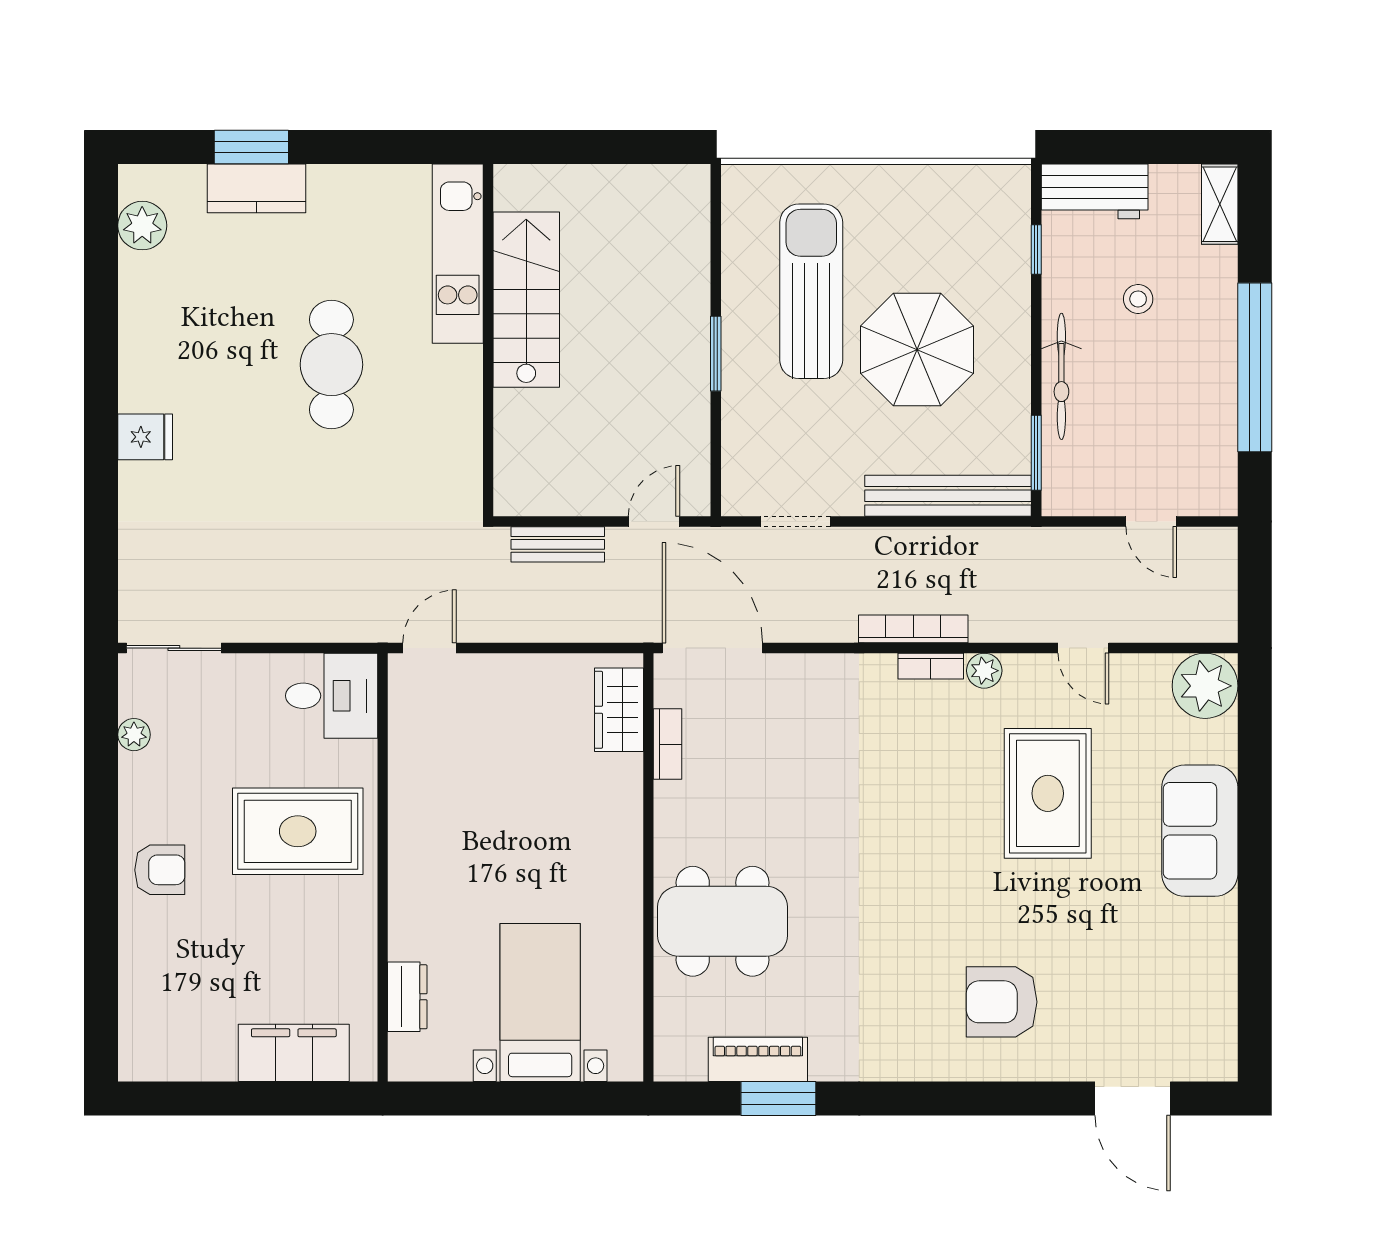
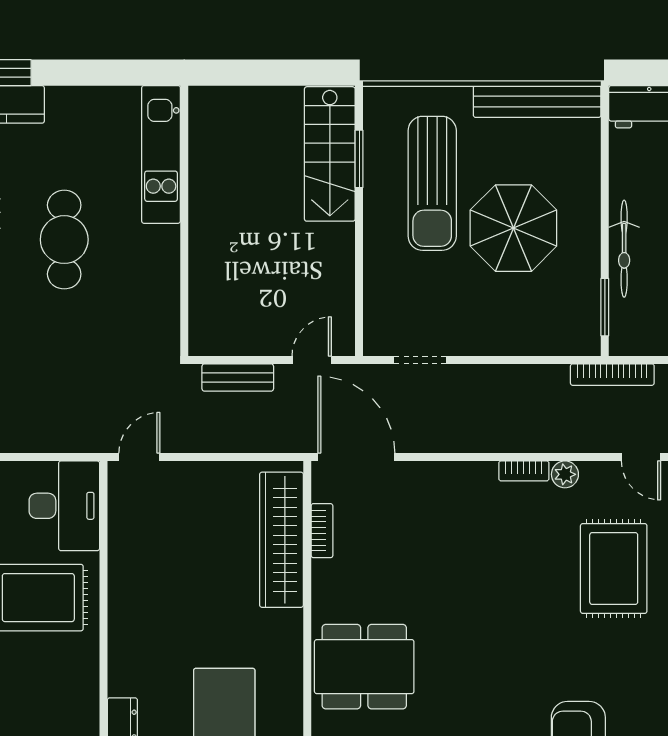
window: (1036, 250) -> (605, 151), removed
sun lounger: (811, 291) -> (432, 183), turned 180
stairs: (526, 300) -> (330, 154), moved, turned 180
window: (716, 354) -> (359, 159), moved
bench: (948, 496) -> (537, 102), moved
bookcase: (913, 629) -> (612, 375), moved, turned 180
desk: (332, 696) -> (64, 506), width x1.37
wardrobe: (619, 710) -> (281, 540), width x2.10, depth x1.17

